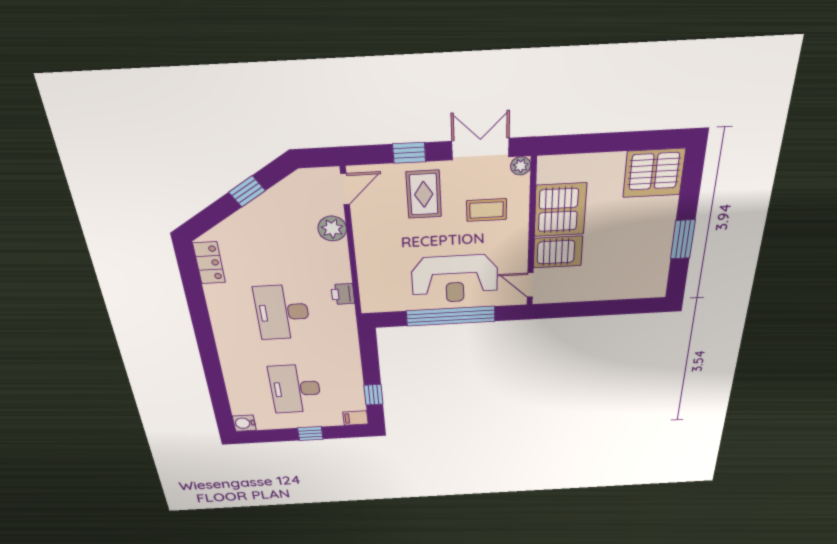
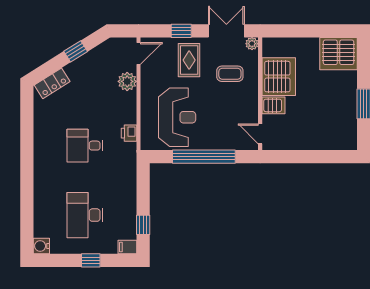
server rack: (558, 252) -> (274, 105), width x0.73, depth x0.70
locker: (209, 263) -> (52, 83), moved, turned 58
reception desk: (455, 279) -> (177, 117), moved, turned -90
desk: (282, 312) -> (85, 146), width x0.73

